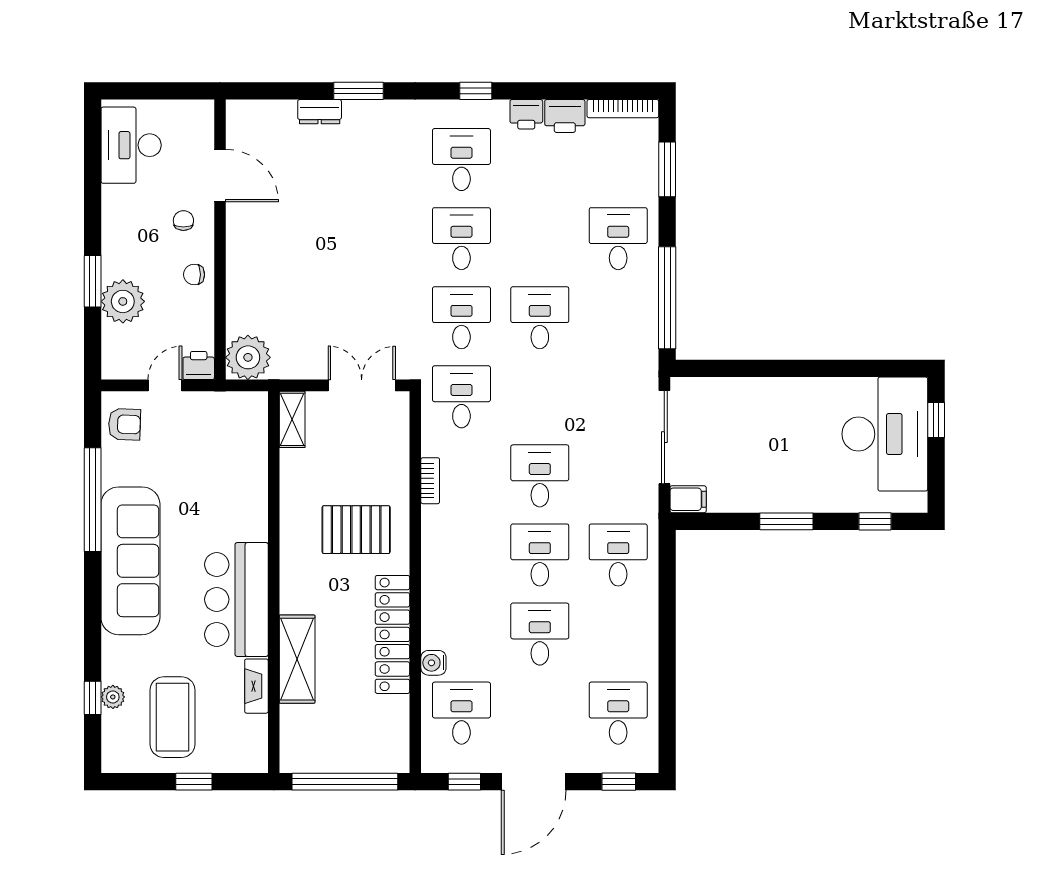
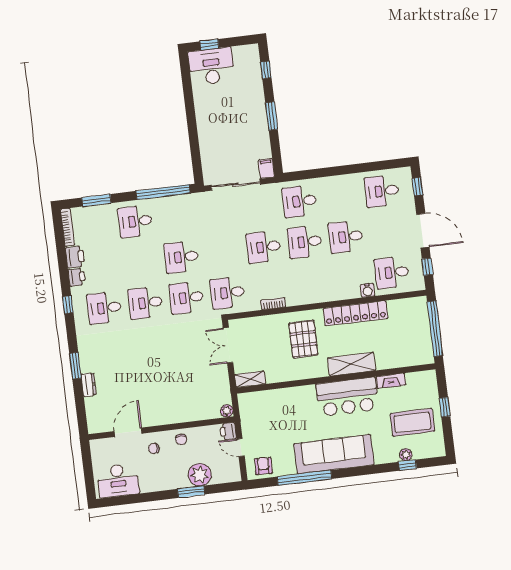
plant: (248, 357) -> (227, 411), width x0.53, depth x0.53
desk: (885, 434) -> (211, 66), width x0.73, depth x0.77
shelving: (297, 659) -> (351, 364), moved

